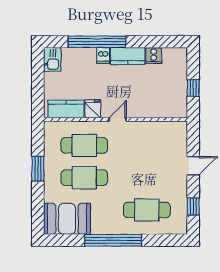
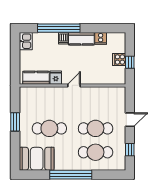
cooker: (179, 84) -> (119, 59), added
cafe table: (84, 145) -> (96, 128), moved

